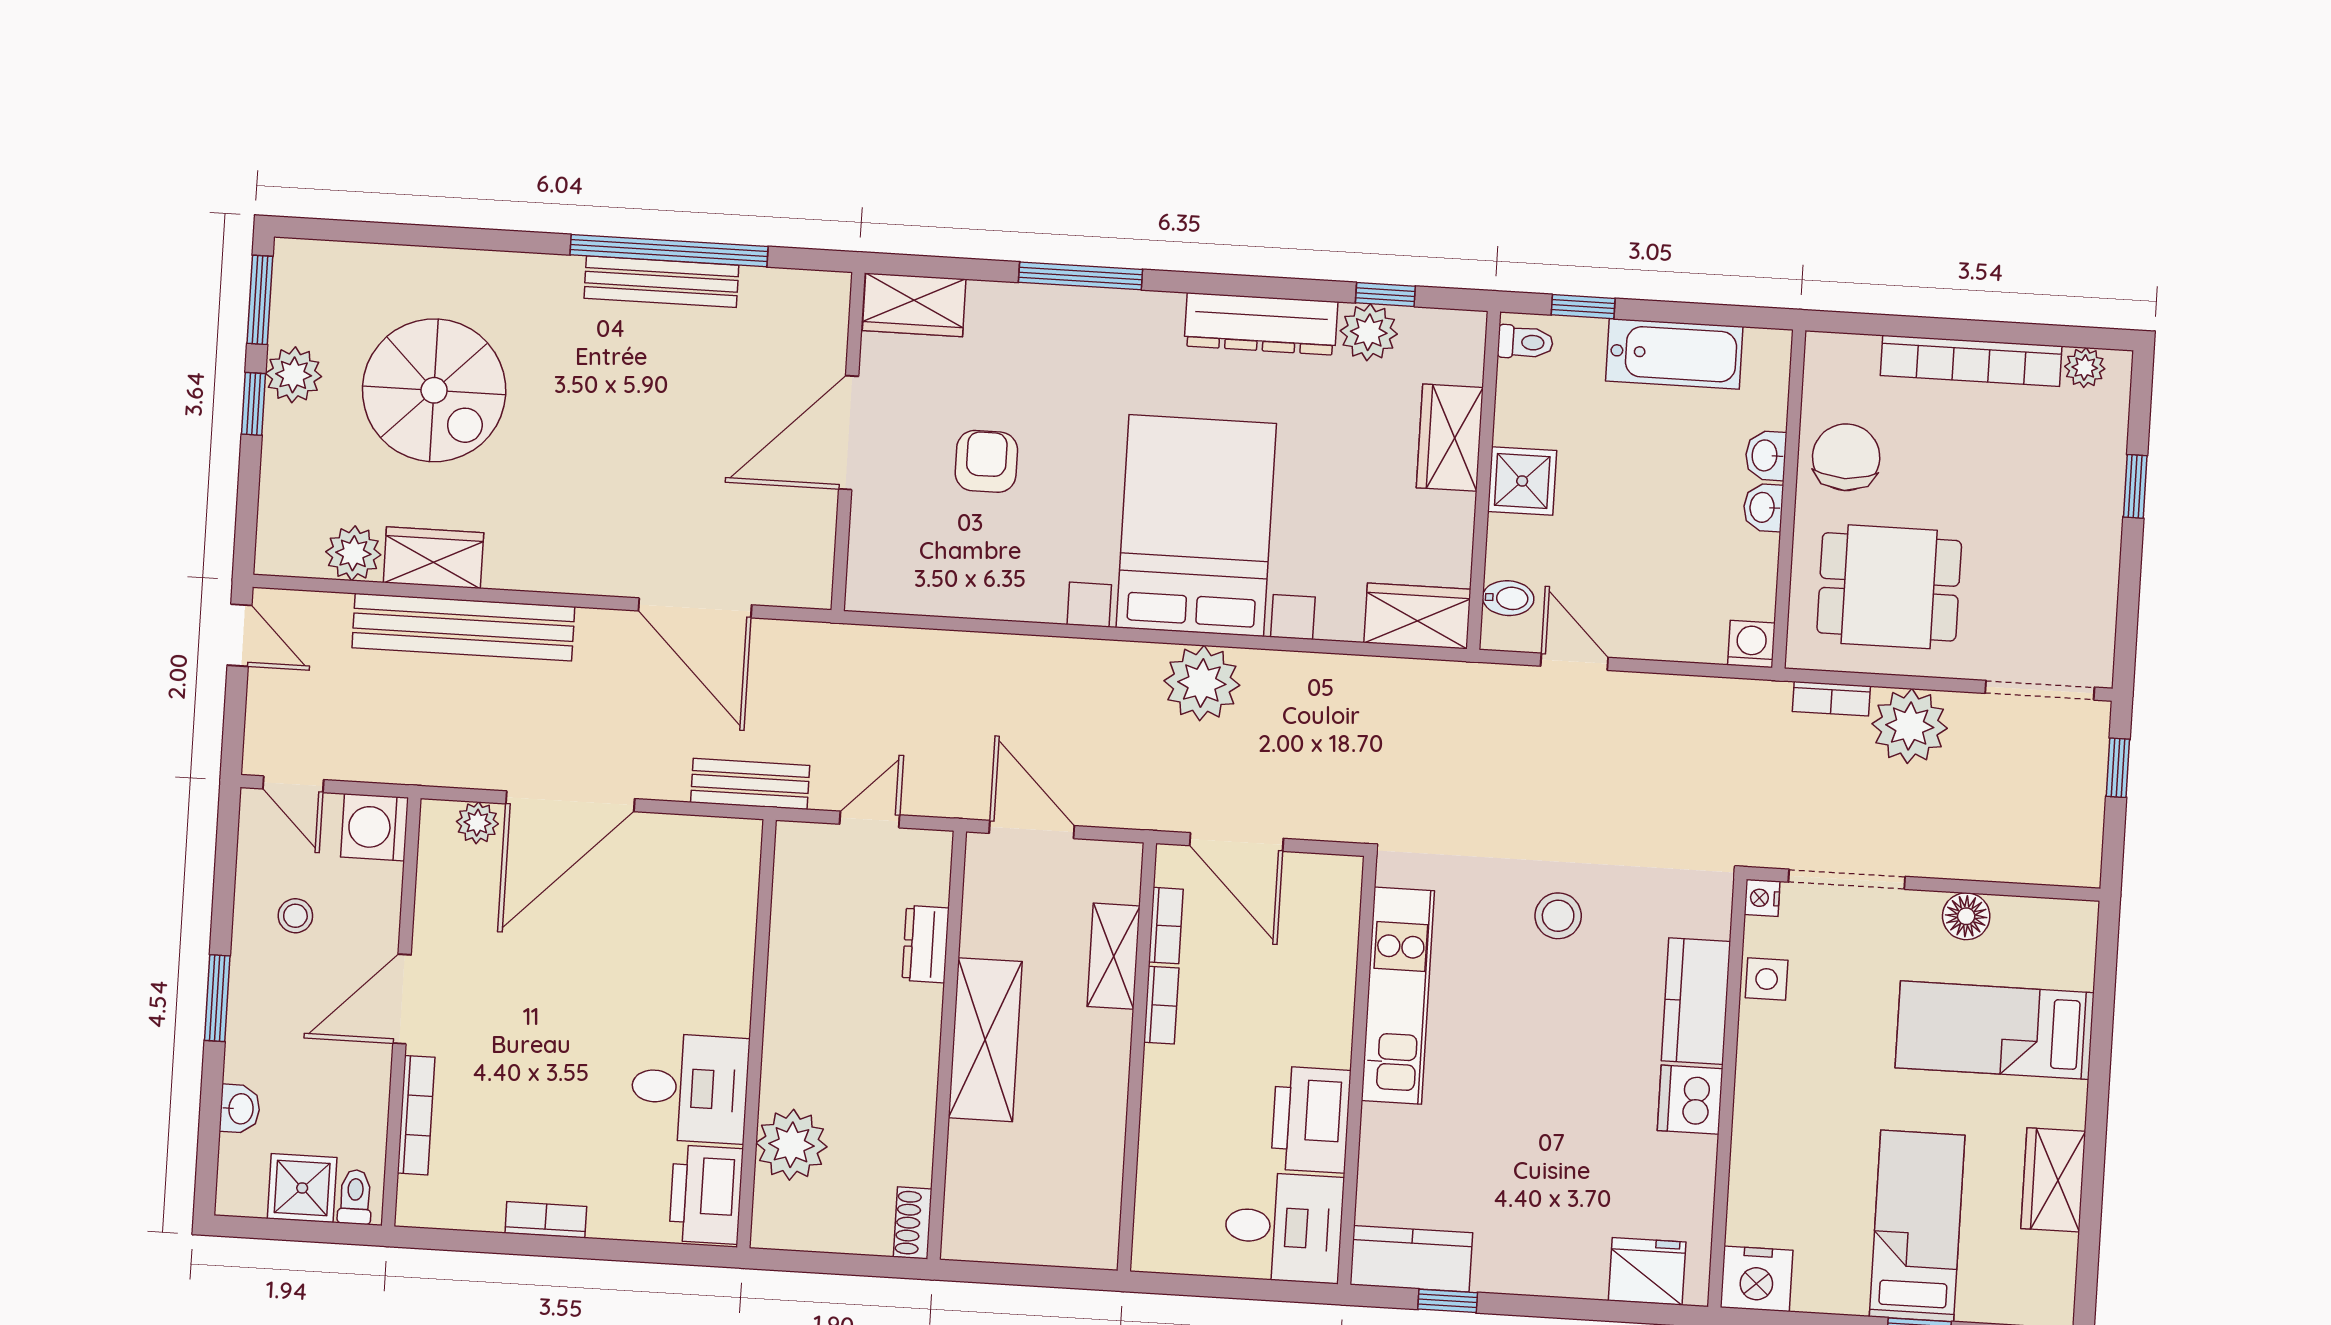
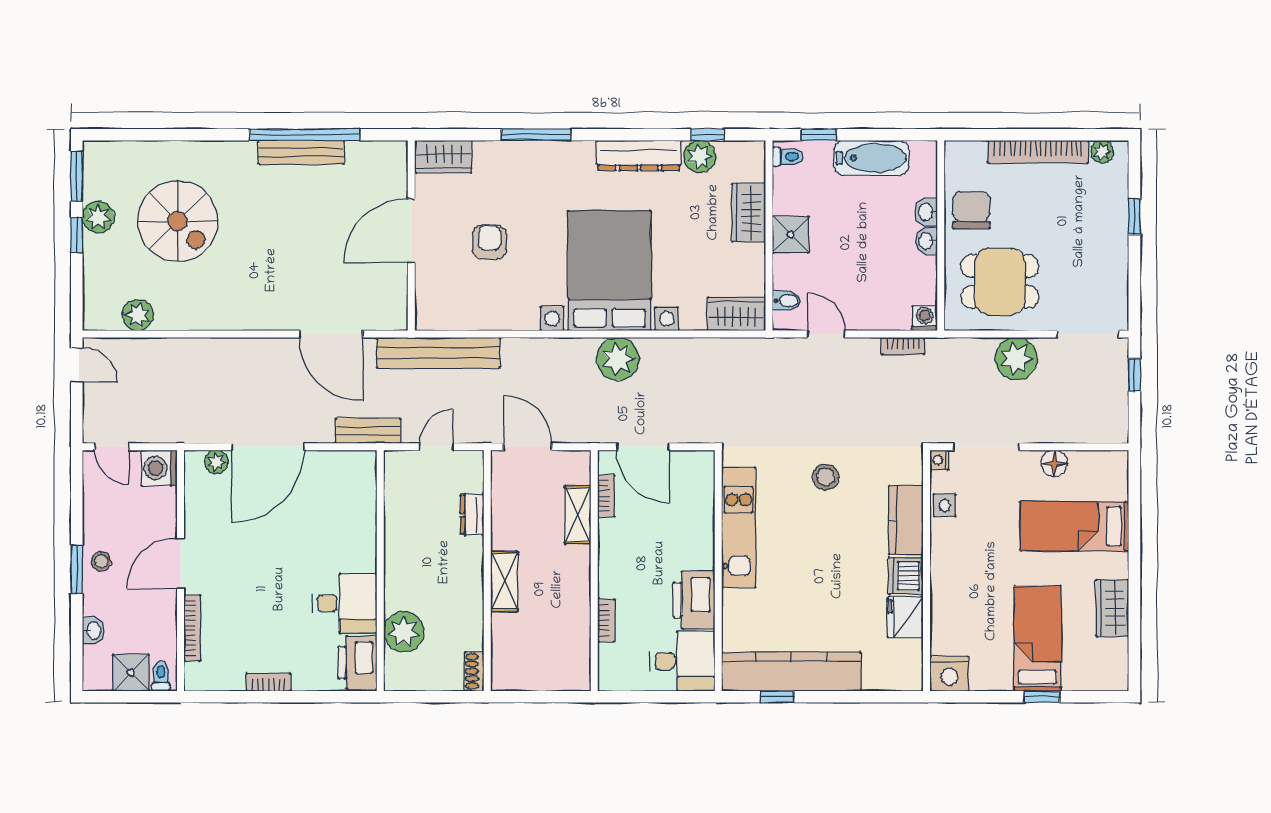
wardrobe: (433, 558) -> (183, 315), removed
bench: (463, 627) -> (438, 353), moved
bookcase: (1831, 699) -> (903, 346), moved
stool: (295, 916) -> (101, 562), moved
bookcase: (1161, 1005) -> (606, 620), moved
shelving: (985, 1040) -> (504, 581), width x0.67, depth x0.75
kitchen counter: (1411, 1259) -> (791, 672), width x2.08, depth x1.17
fridge: (1647, 1271) -> (905, 617), moved, turned -90

